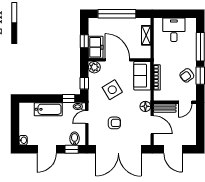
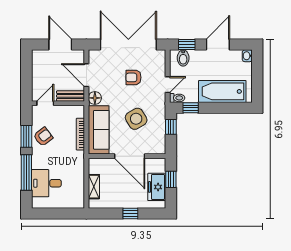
window: (117, 14) -> (130, 214), width x0.32
desk: (174, 30) -> (46, 183), moved, turned 90
freezer: (96, 47) -> (157, 187), moved
plant: (94, 67) -> (158, 147), removed
sofa: (142, 76) -> (99, 130), width x1.36
bathtub: (48, 109) -> (222, 91), width x1.36, depth x1.36

